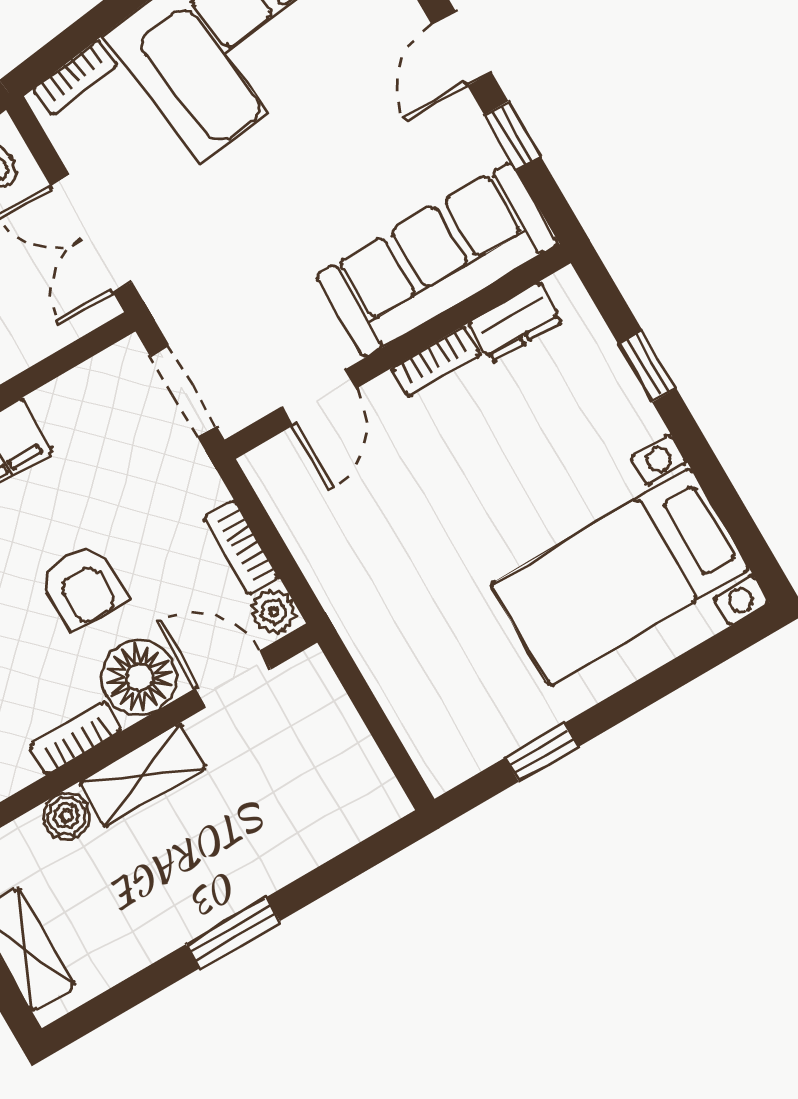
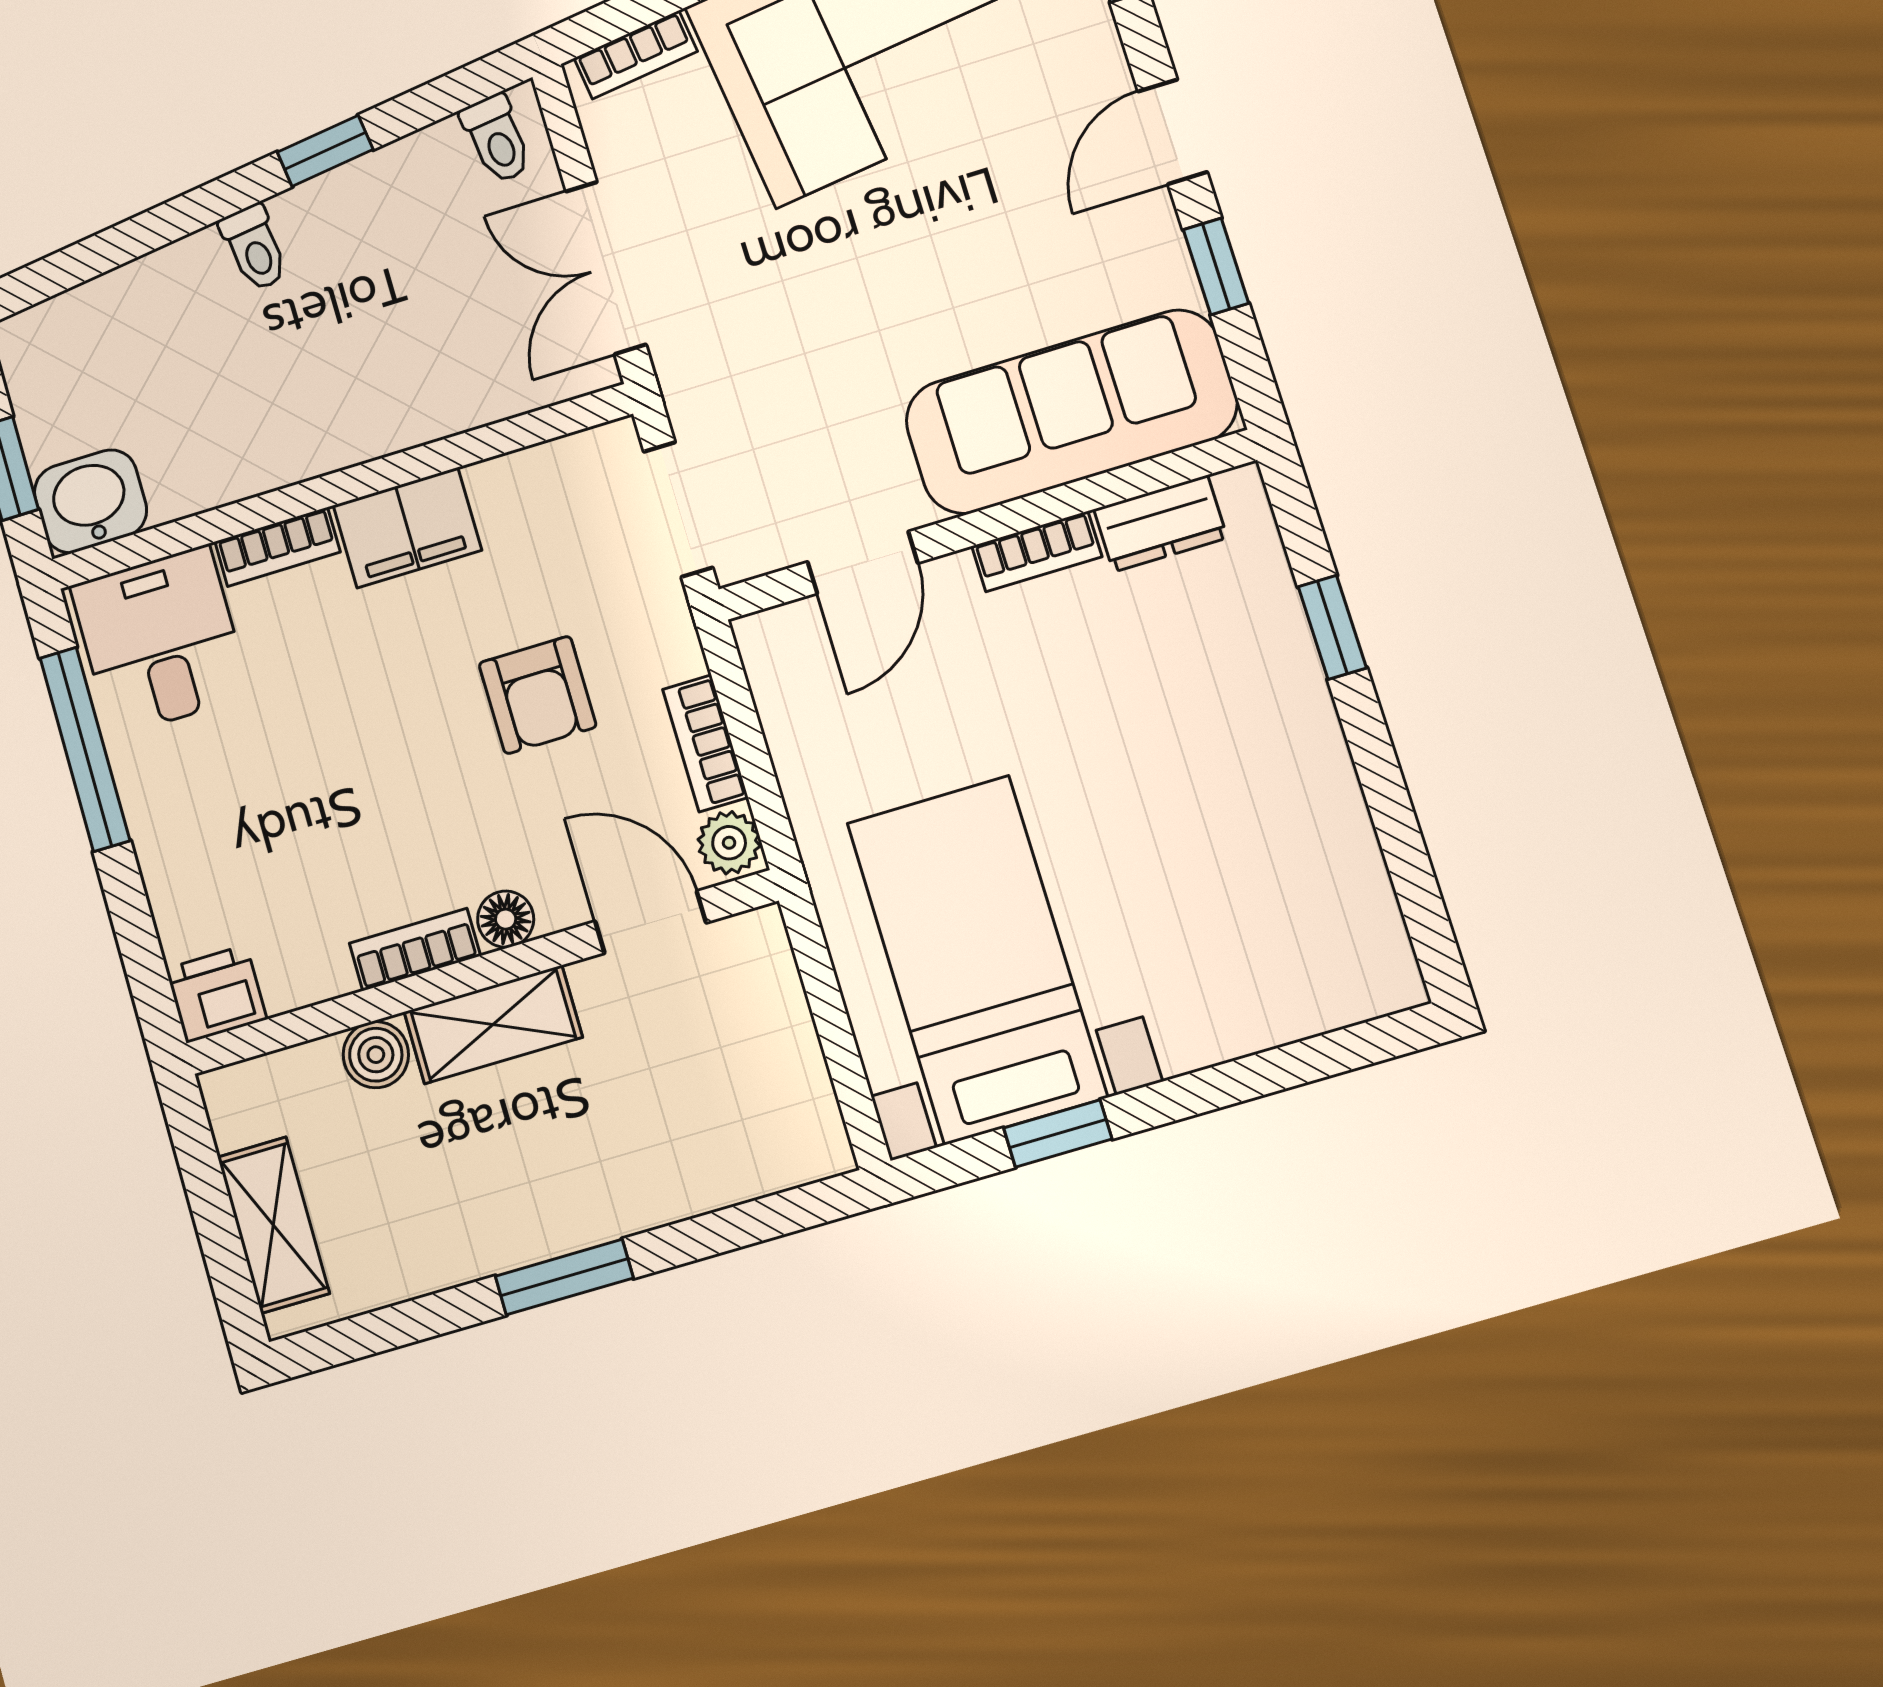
bed with nightstands: (620, 577) -> (977, 960), moved, turned 90
armchair: (83, 587) -> (538, 695), moved
floor lamp: (139, 678) -> (506, 919), width x0.53, depth x0.53

